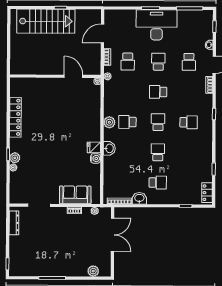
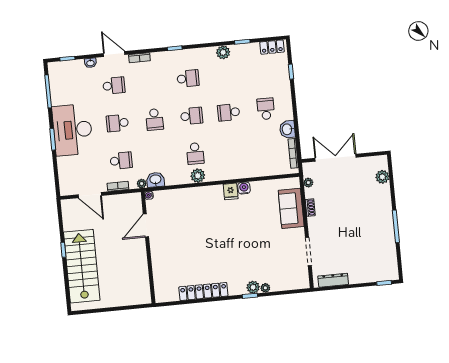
school desk: (158, 122) -> (192, 116), turned 180
school desk: (189, 122) -> (188, 78), turned 90
washbasin: (109, 148) -> (155, 180), moved
plant: (207, 153) -> (223, 52), added

